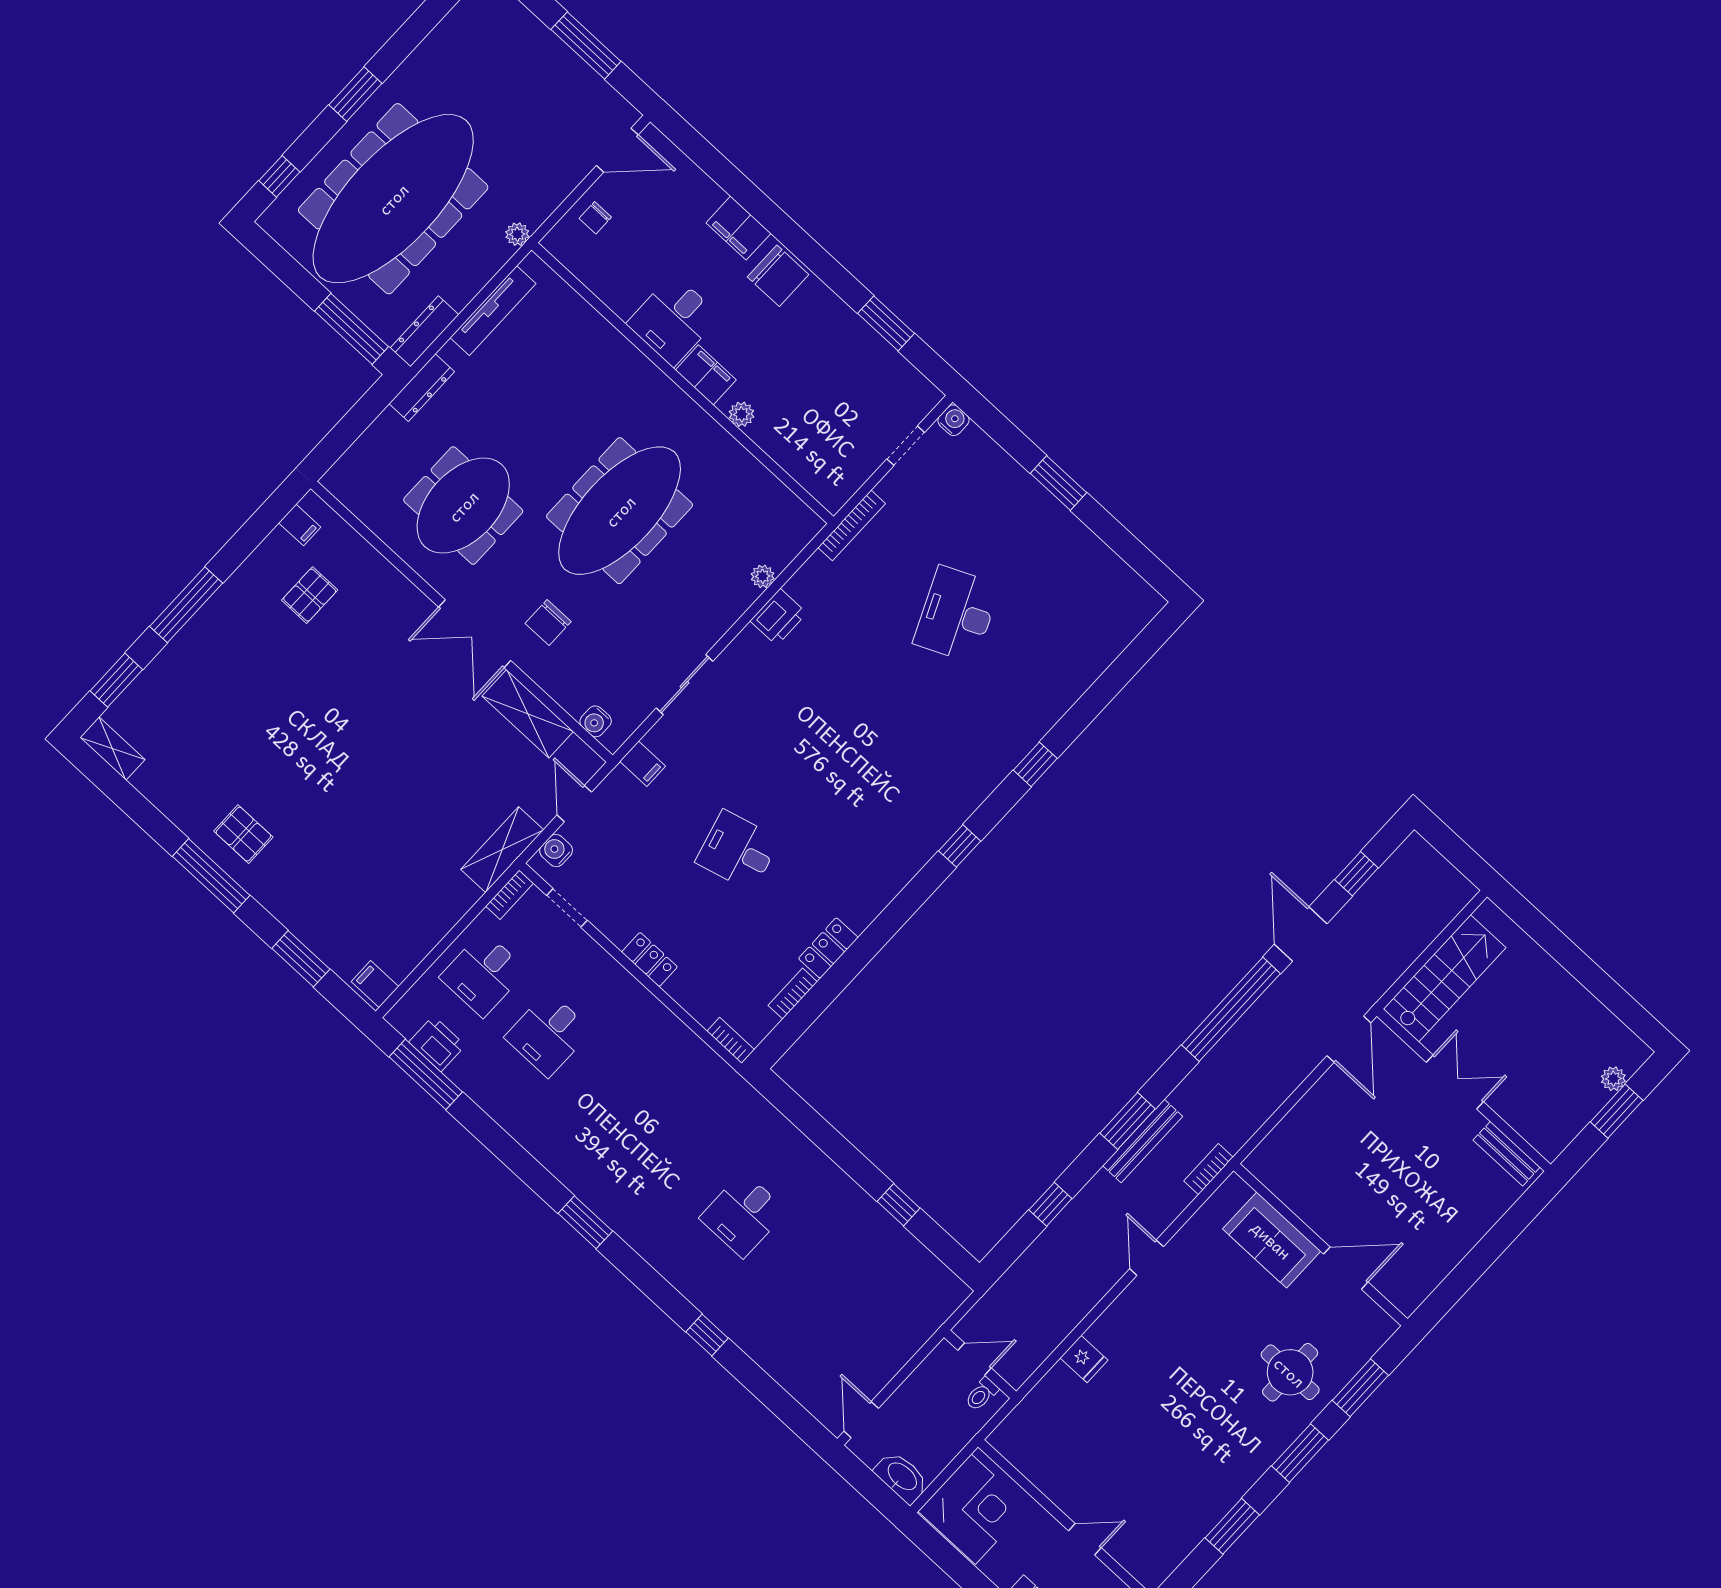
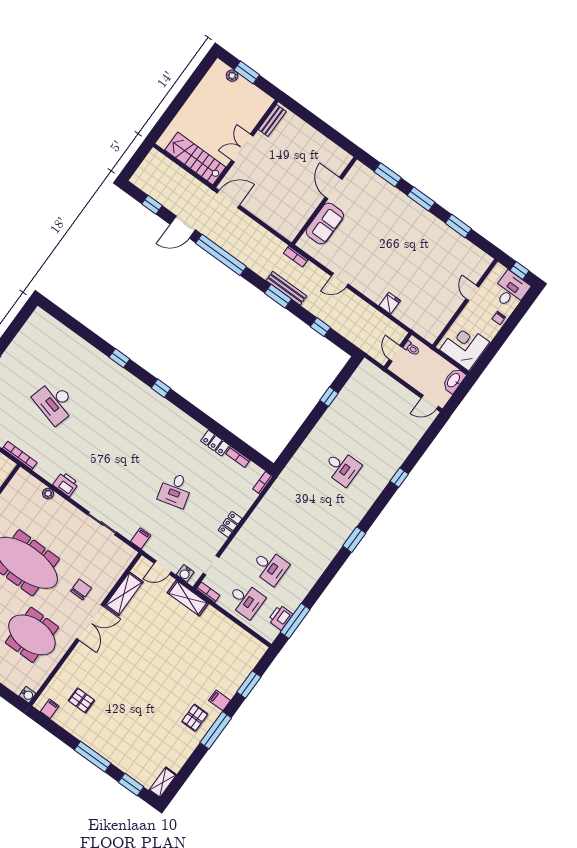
desk: (957, 614) -> (55, 402), turned 39
chair: (548, 623) -> (81, 589), turned -90
water cooler: (596, 721) -> (27, 695), moved
filing cabinet: (375, 984) -> (220, 700), moved, turned 90
round table: (1290, 1372) -> (384, 208), removed

